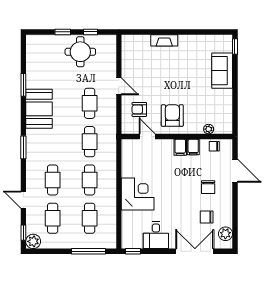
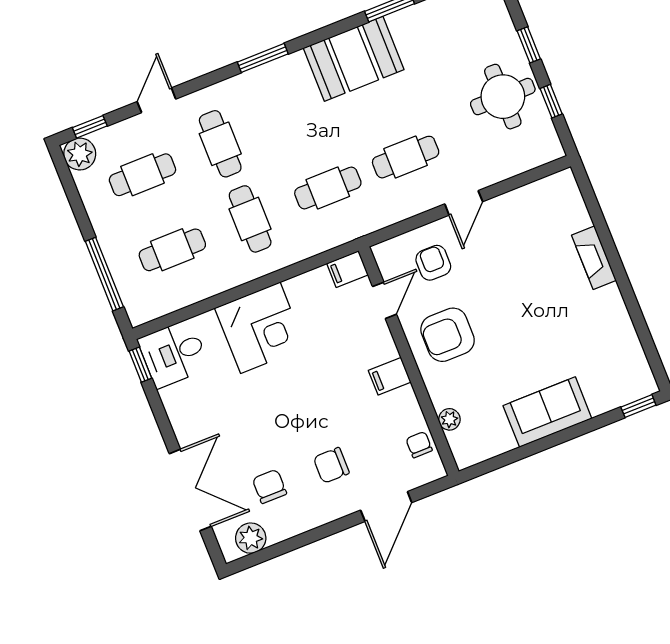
sofa: (222, 71) -> (547, 412), moved
armchair: (172, 116) -> (448, 335), turned 180
filing cabinet: (193, 147) -> (347, 269), moved
cafe table: (53, 180) -> (220, 144), turned 90
cafe table: (90, 180) -> (250, 219), turned 90
desk: (156, 235) -> (174, 354), moved

